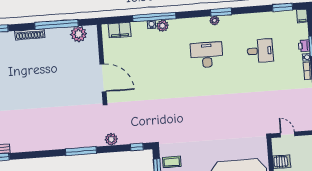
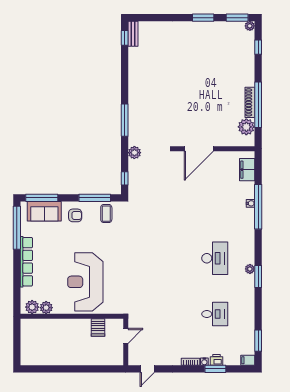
plant: (162, 26) -> (248, 215), removed
shoe rack: (30, 34) -> (250, 102), moved
desk: (260, 51) -> (215, 314), turned -90

